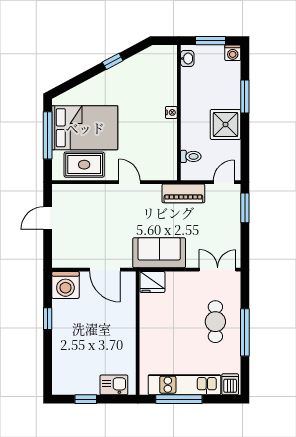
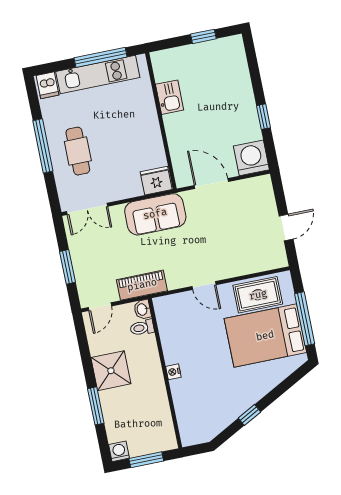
washbasin: (187, 59) -> (142, 309), moved
window: (245, 208) -> (68, 267), moved
kitchen sink: (114, 385) -> (170, 97), moved, turned -90

